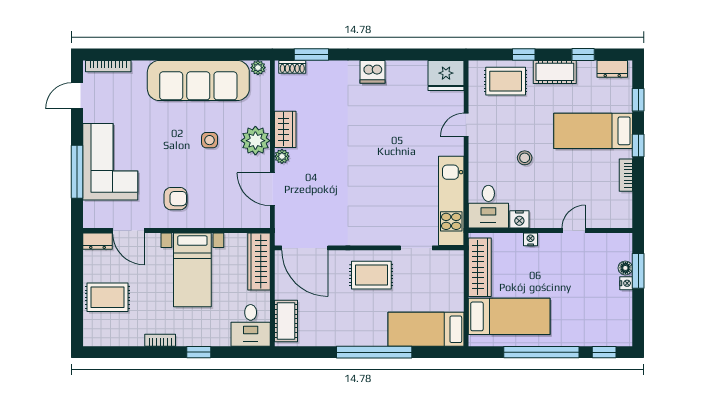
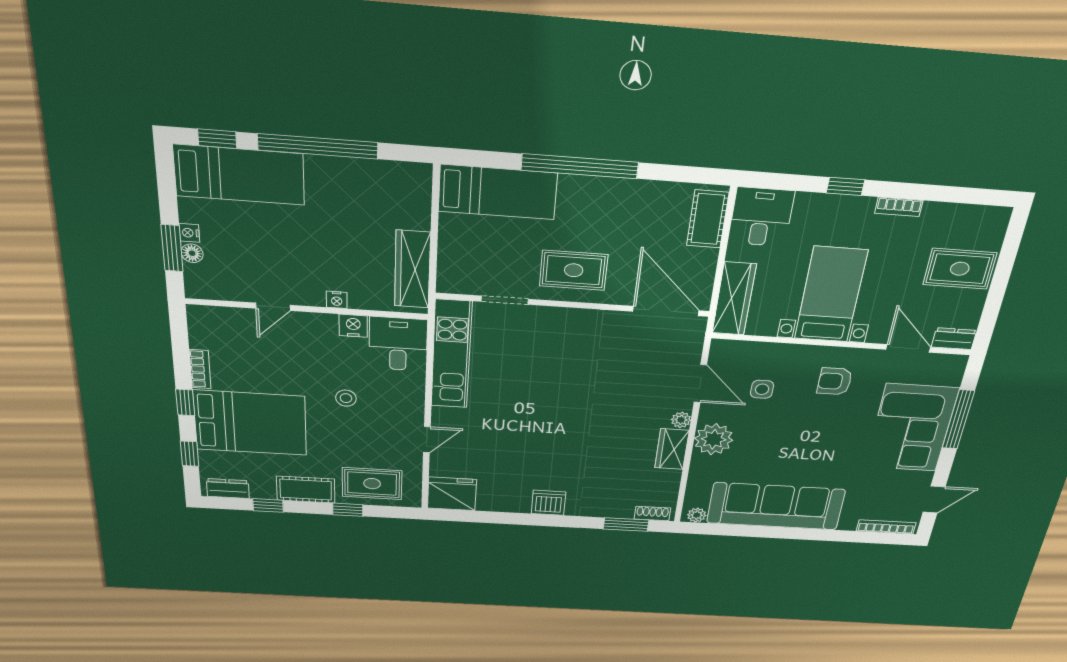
bed: (593, 131) -> (250, 423), width x1.50
side table: (210, 140) -> (762, 389), moved
bed: (509, 316) -> (239, 175), moved, turned 180

